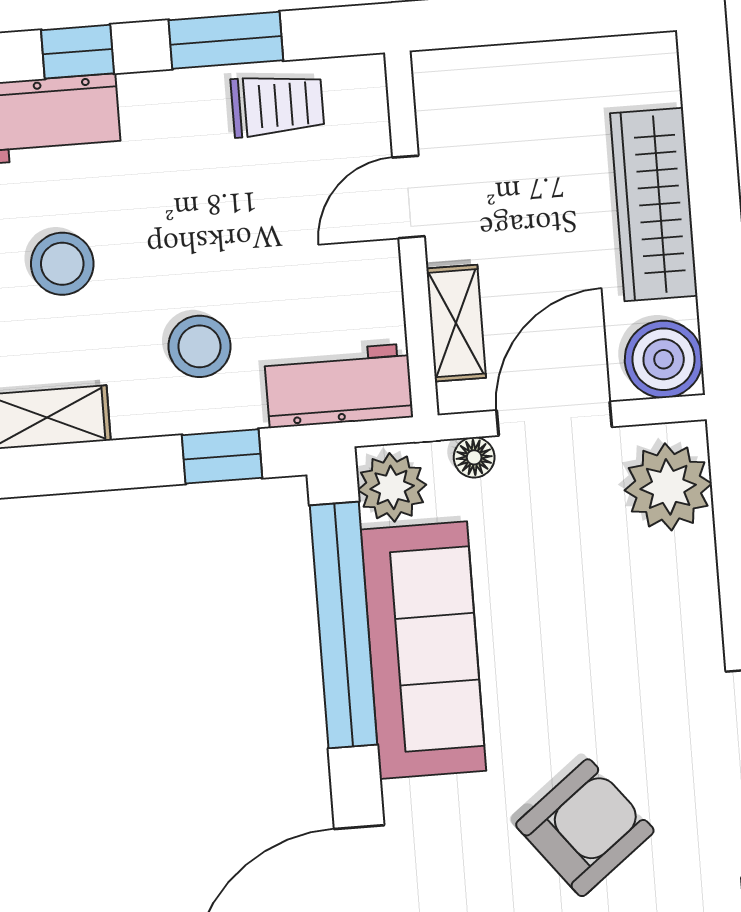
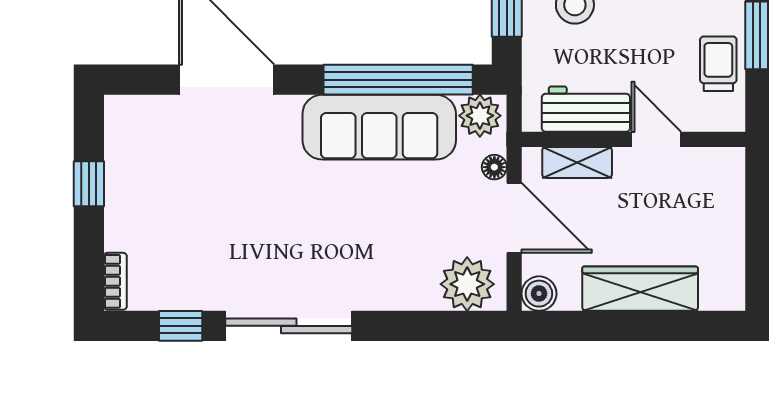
trolley: (277, 105) -> (718, 64), turned 180
boiler: (664, 359) -> (539, 294), width x0.73, depth x0.73
workbench: (339, 386) -> (586, 109), moved, turned -90
armchair: (585, 828) -> (263, 217), removed

